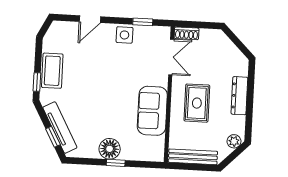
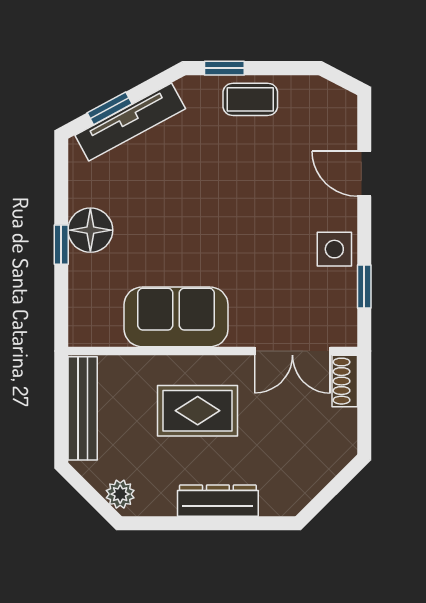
coffee table: (52, 71) -> (250, 99), width x0.73, depth x0.77

